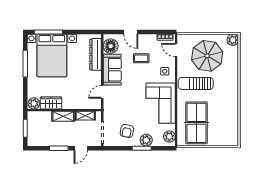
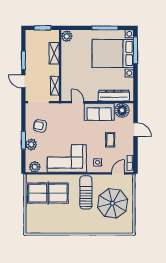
door: (131, 32) -> (135, 130), swing flipped
plant: (233, 40) -> (128, 228), removed
wardrobe: (51, 103) -> (67, 53), removed
shelving: (63, 116) -> (54, 53), moved

